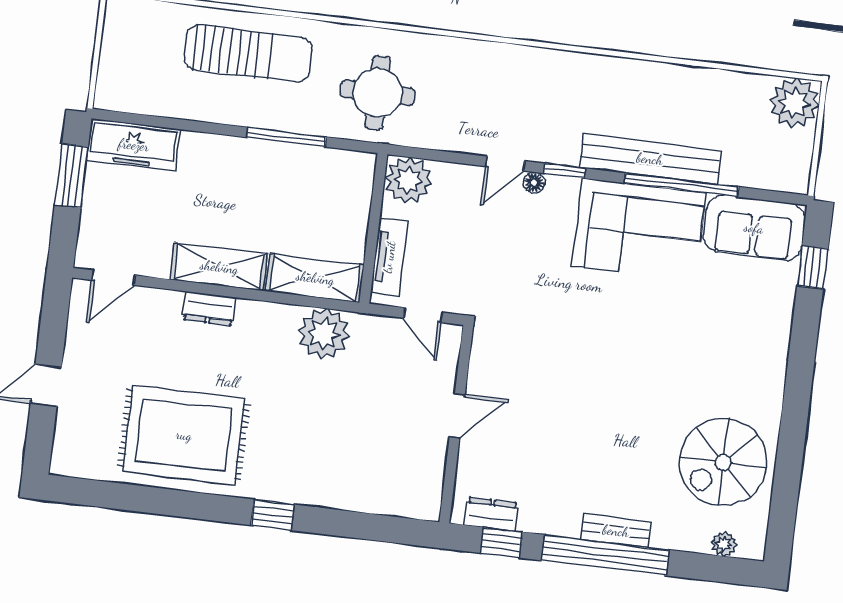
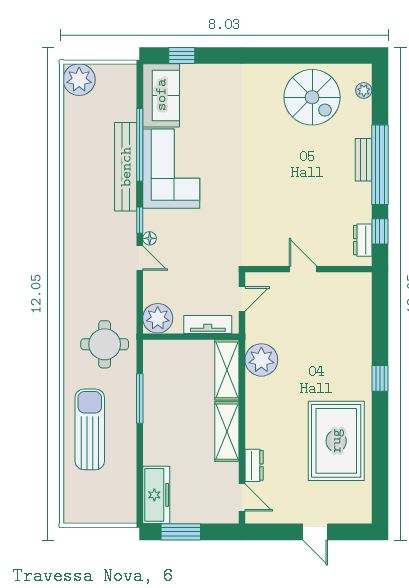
dresser: (209, 308) -> (254, 465), moved

